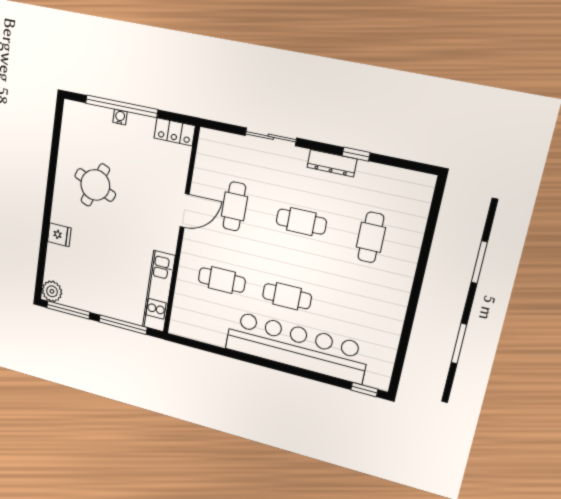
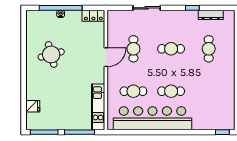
dresser: (332, 163) -> (211, 15), moved
round table: (95, 185) -> (51, 54), turned -37
fridge: (59, 235) -> (33, 106), moved
plant: (52, 291) -> (32, 123), removed
bar counter: (296, 347) -> (153, 118), moved

